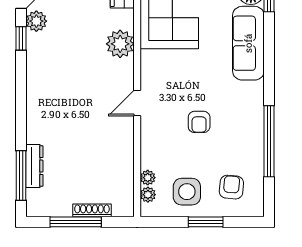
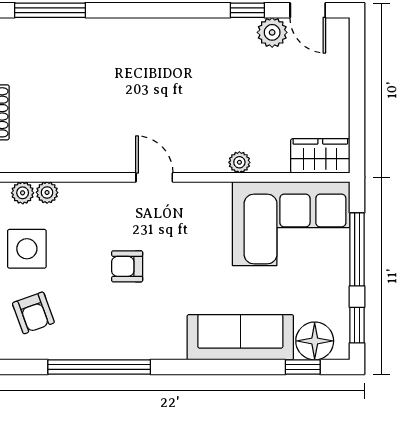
plant: (120, 44) -> (239, 162), width x0.53, depth x0.53
dresser: (34, 166) -> (64, 29), removed
armchair: (231, 187) -> (33, 313), turned 65

